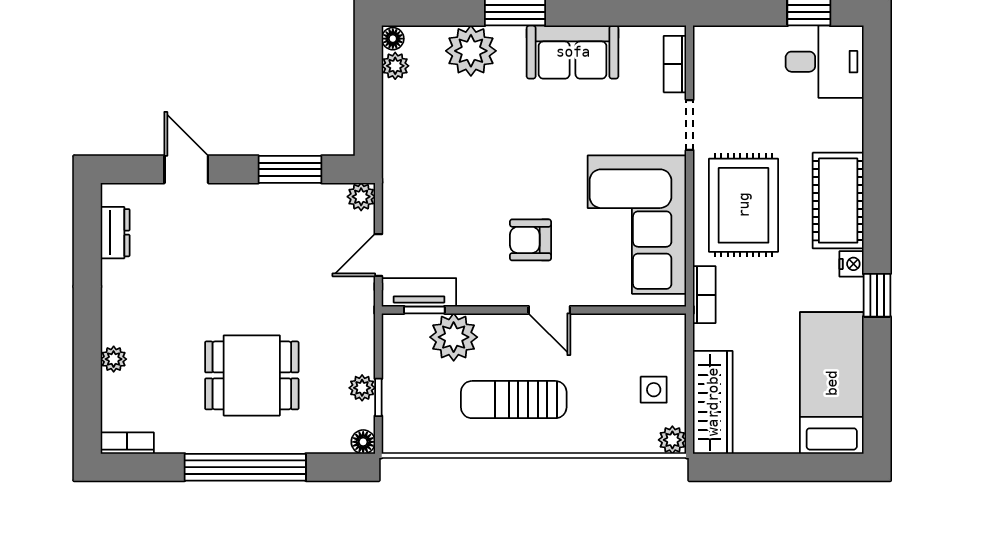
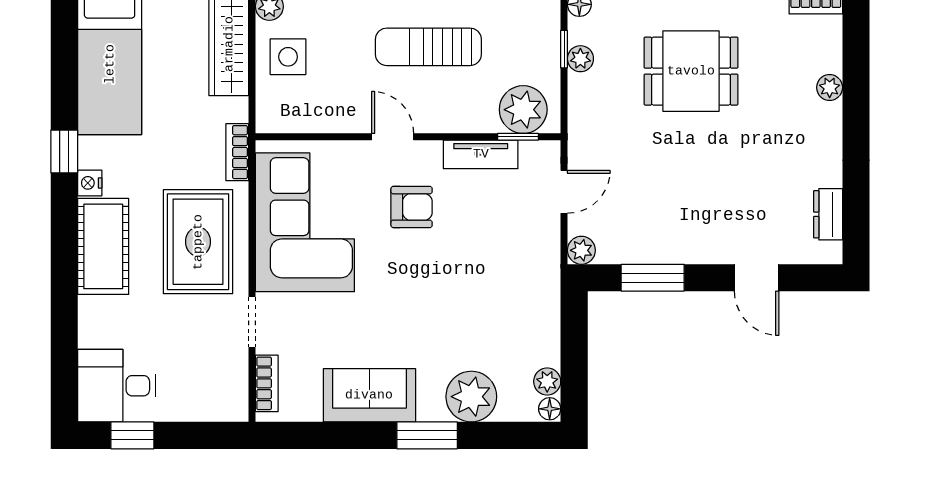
tv unit: (419, 292) -> (481, 154), moved
plant: (454, 337) -> (523, 110), moved
side table: (654, 390) -> (288, 57), width x1.37, depth x1.37
sun lounger: (514, 400) -> (428, 47), turned 180

